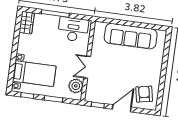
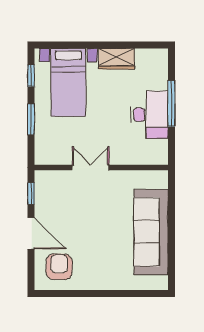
wardrobe: (27, 23) -> (116, 59), moved
desk: (73, 29) -> (149, 115), moved
plant: (76, 86) -> (57, 153), removed
armchair: (144, 94) -> (59, 267), turned -79

